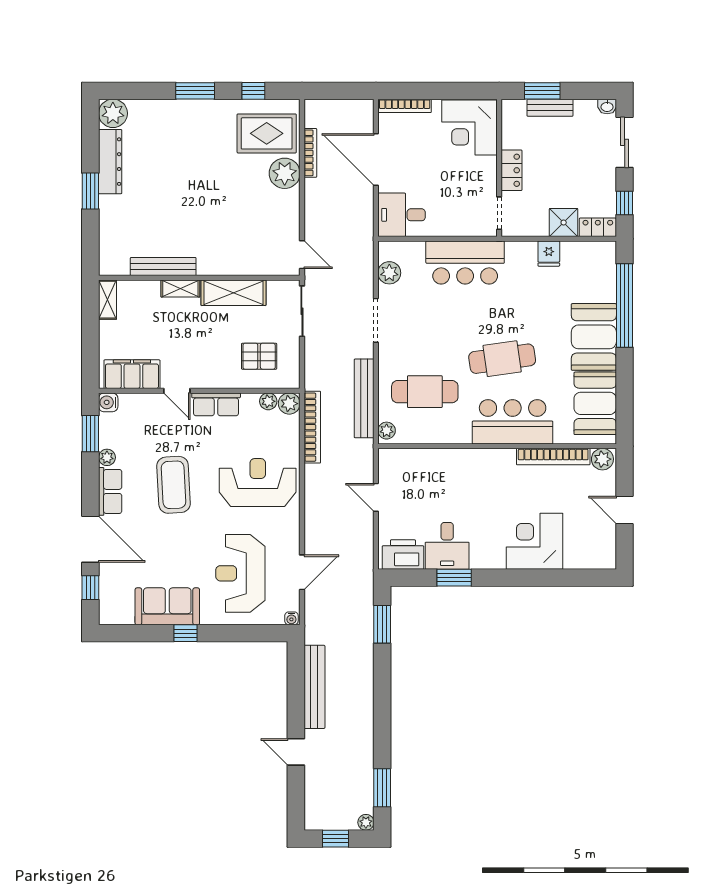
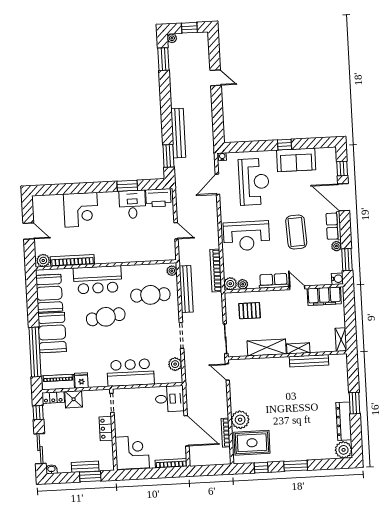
piano: (588, 253) -> (58, 382), added
bench: (314, 687) -> (178, 133), moved

